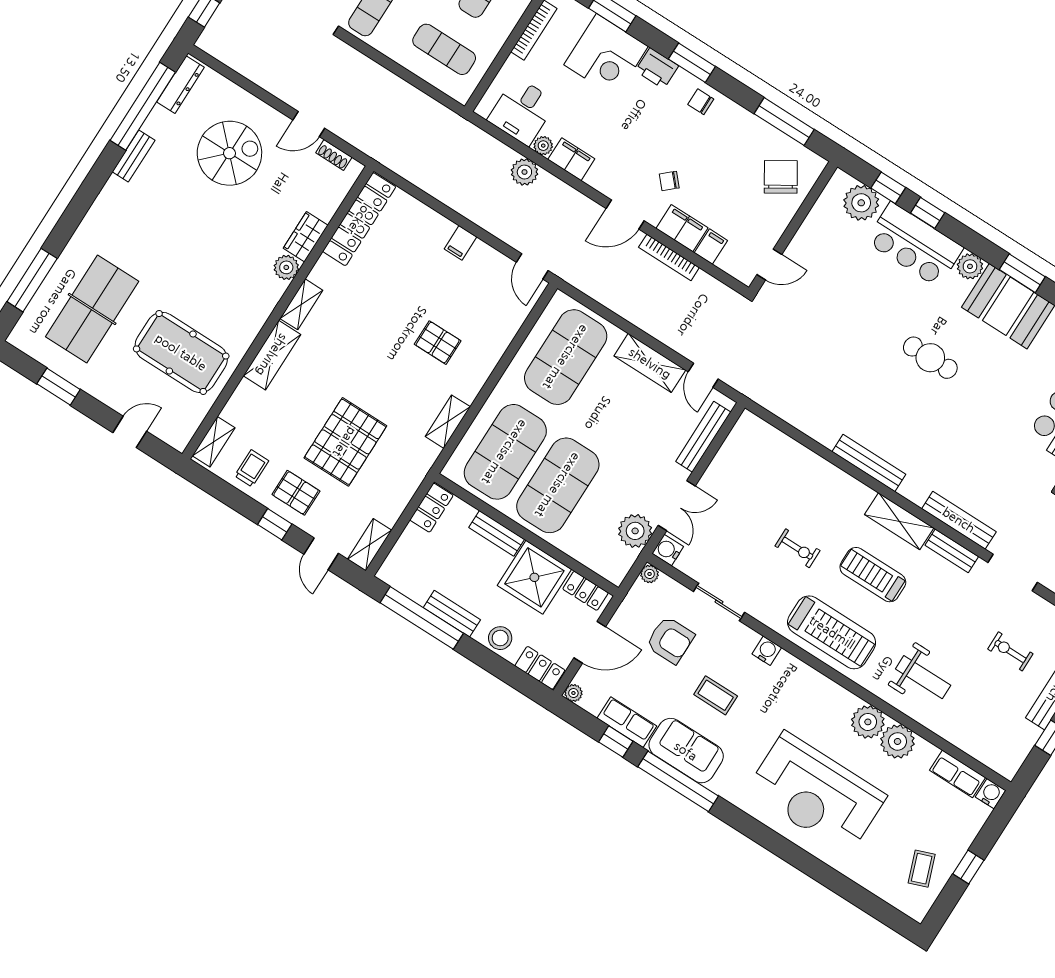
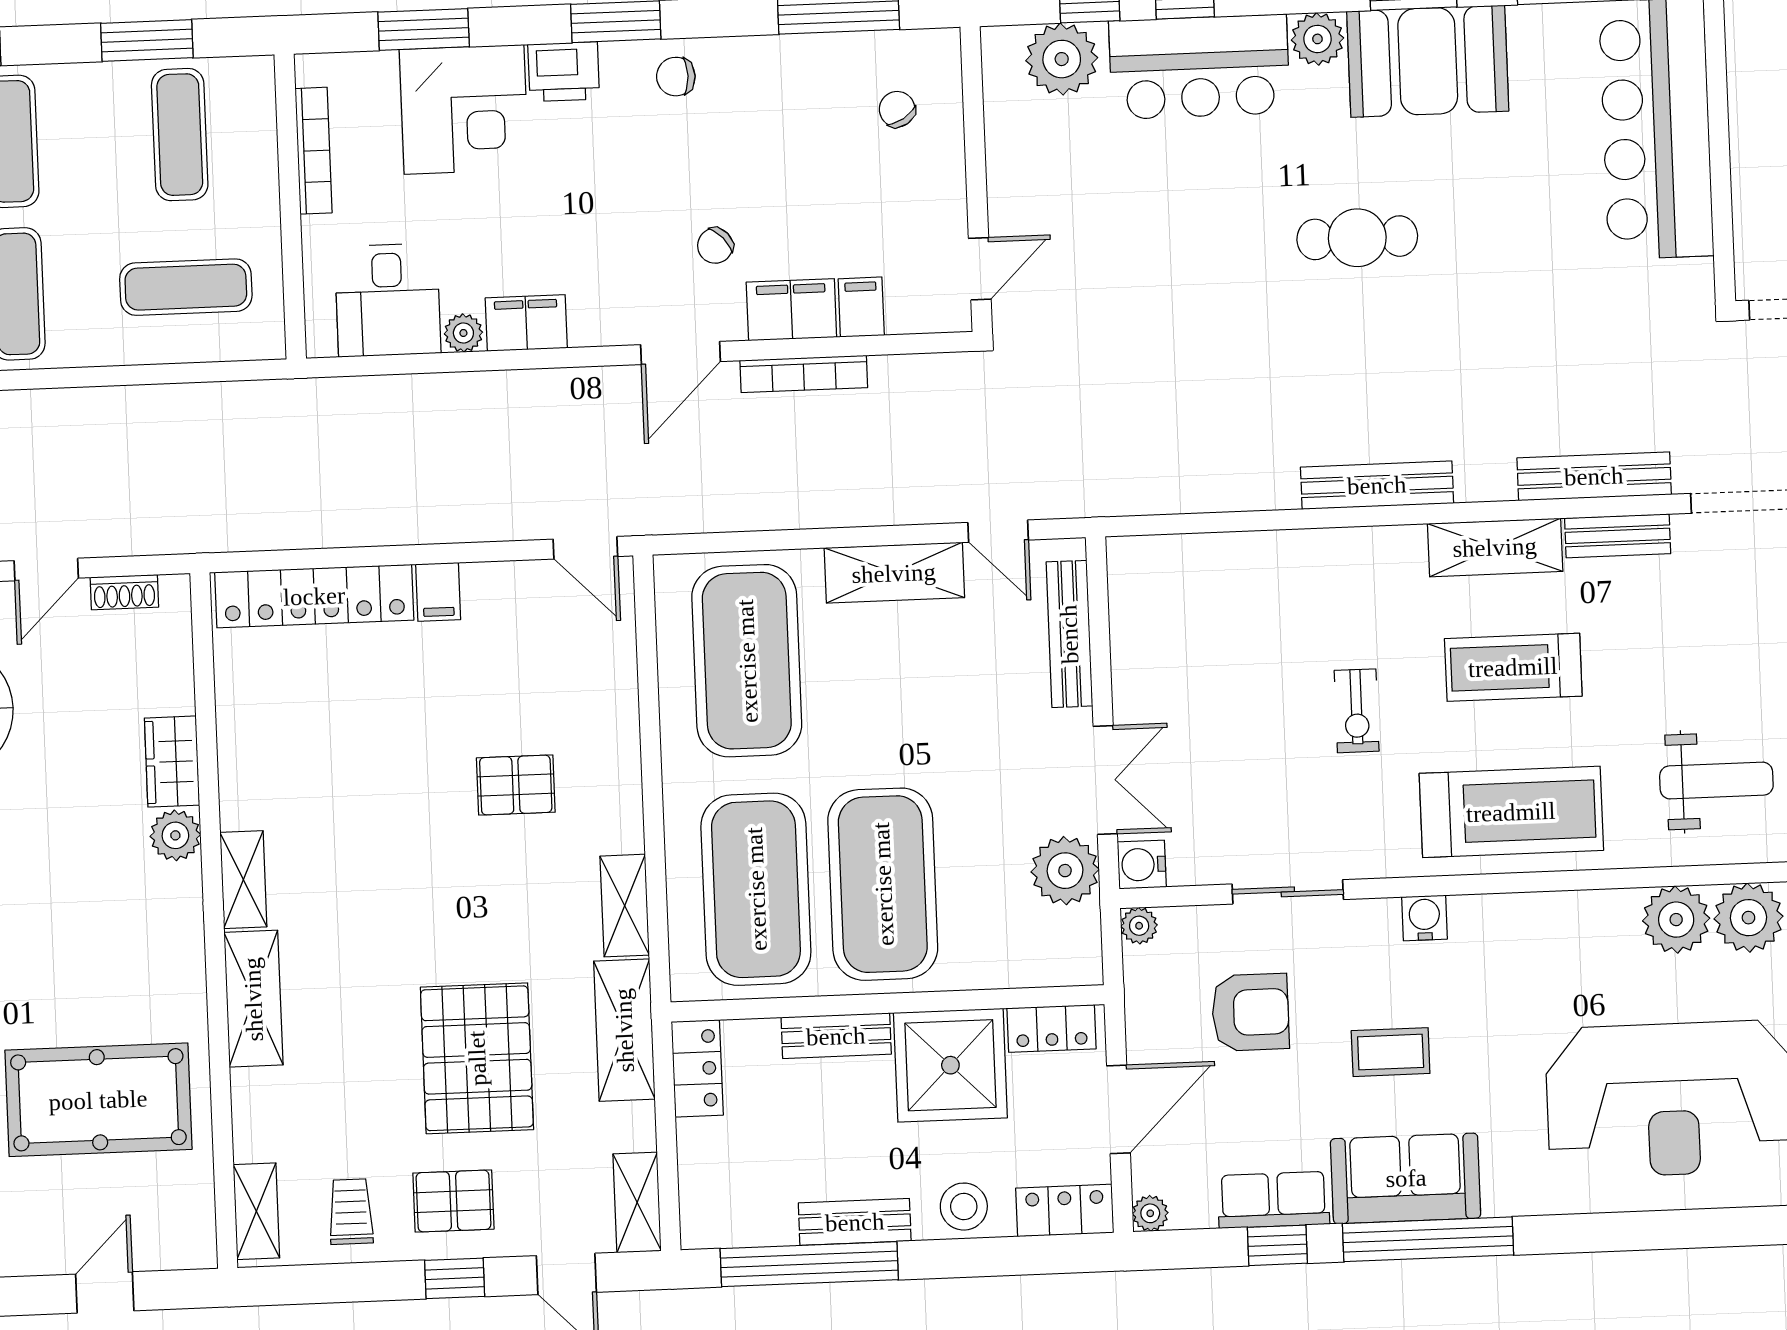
plant: (524, 172) -> (463, 399), removed
chair: (781, 177) -> (897, 109), width x0.54, depth x0.54
locker: (359, 219) -> (314, 596), moved, turned 90
shelving: (413, 472) -> (624, 1030), added
exercise bike: (797, 548) -> (1357, 711), turned 90

